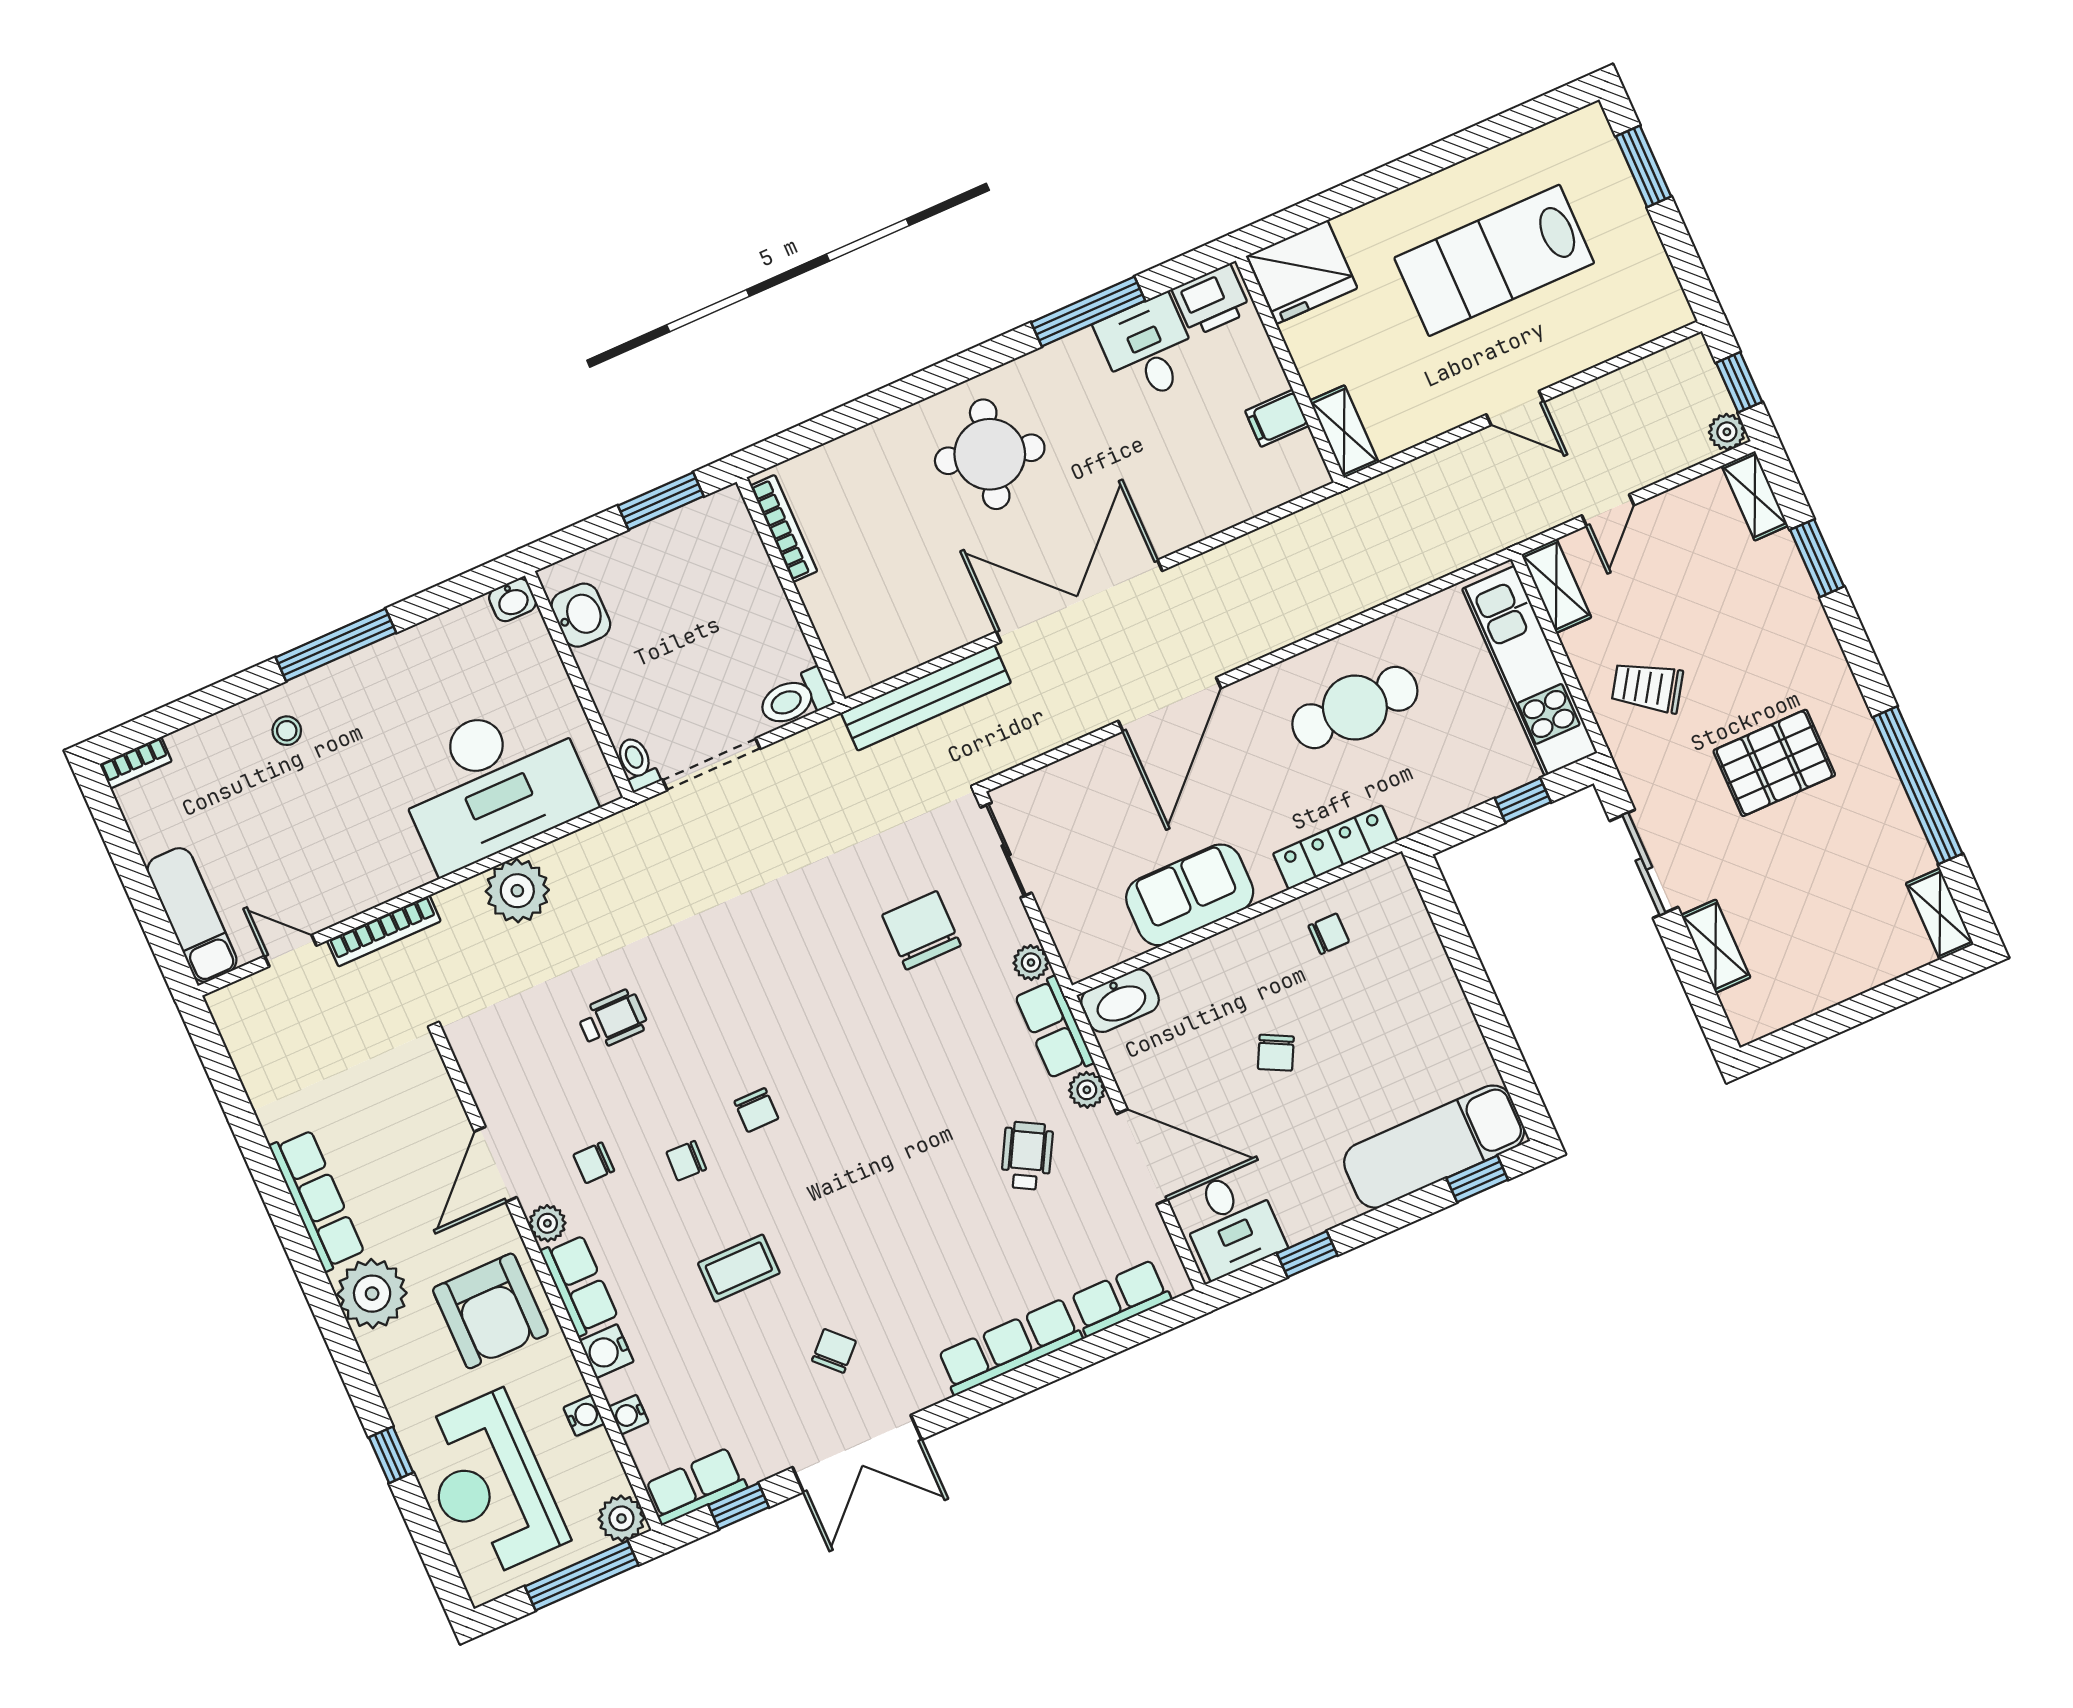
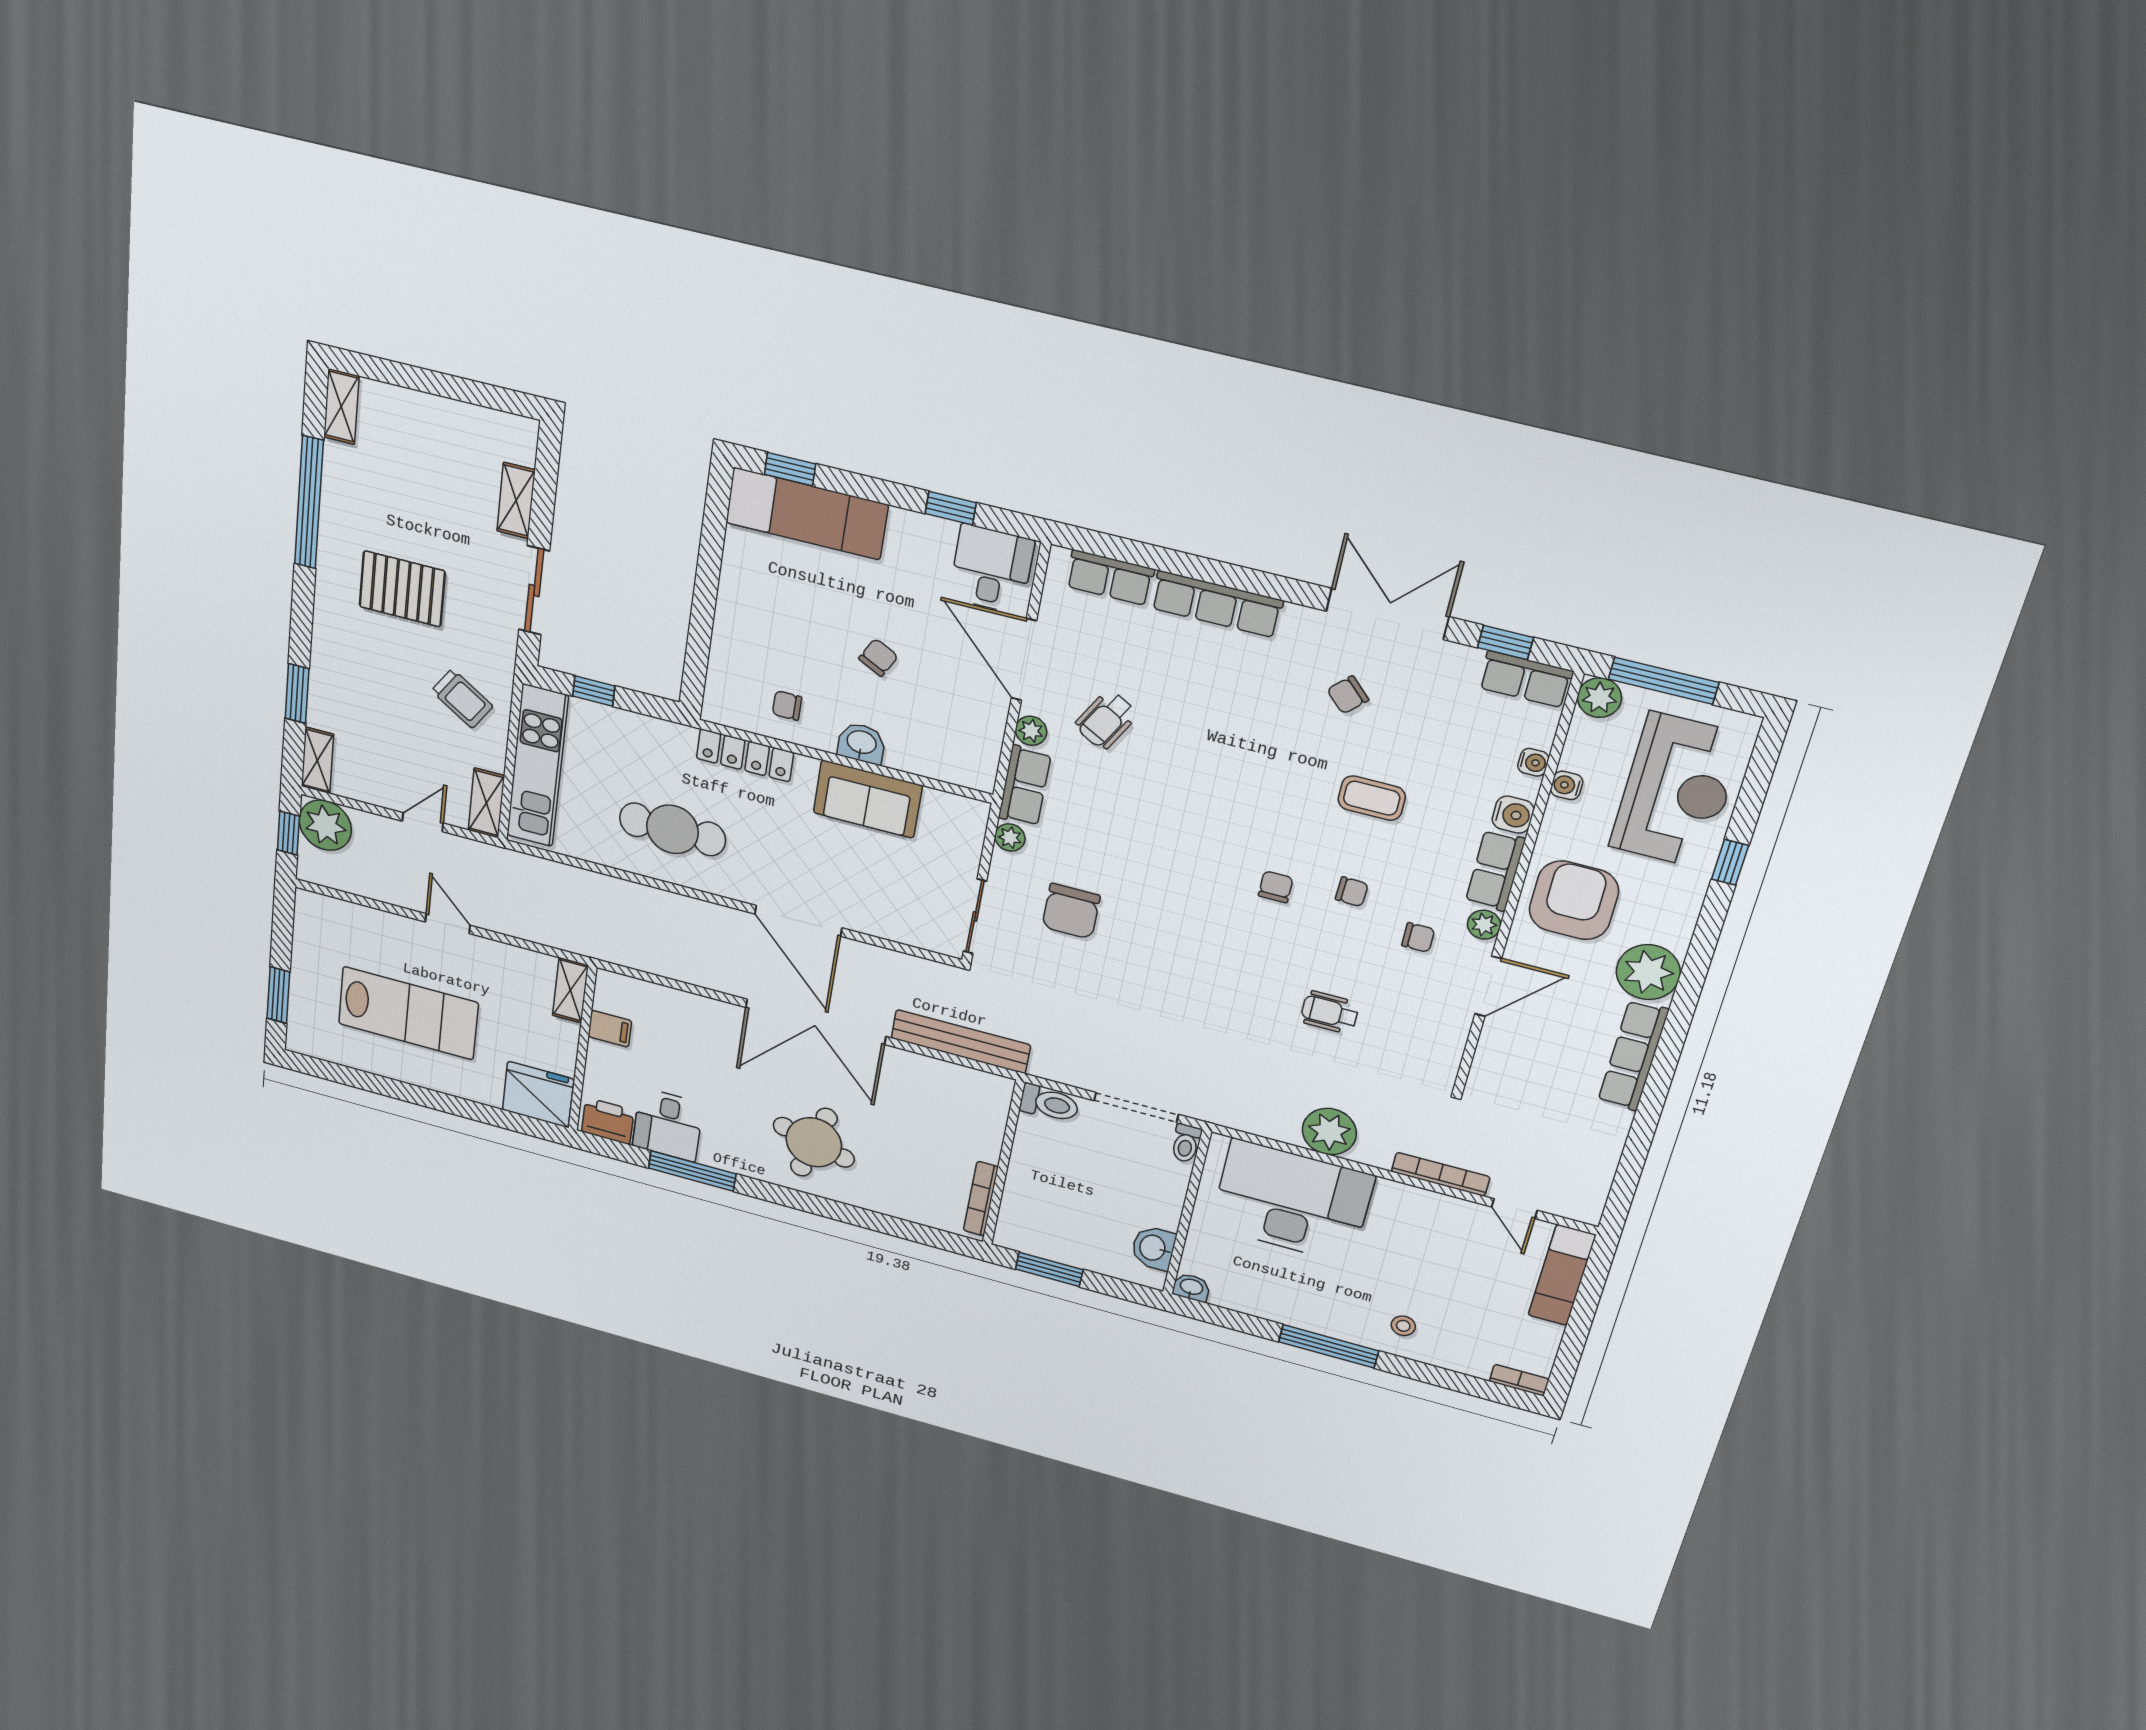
plant: (1727, 432) -> (325, 825), width x1.87, depth x1.87
door: (1170, 704) -> (798, 921), swing flipped
washbasin: (1120, 1001) -> (861, 743), moved, width x0.72

